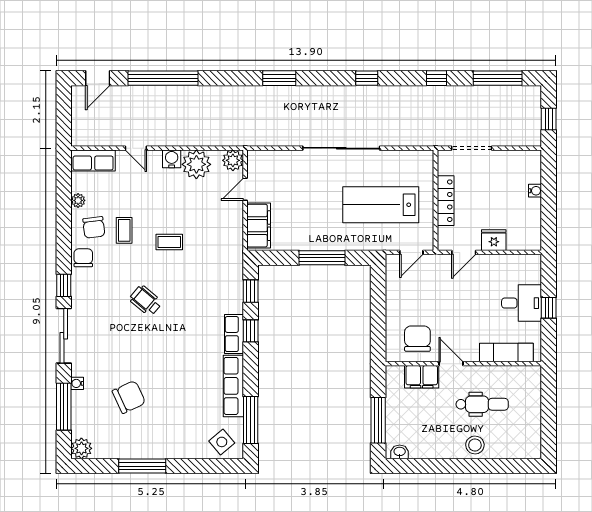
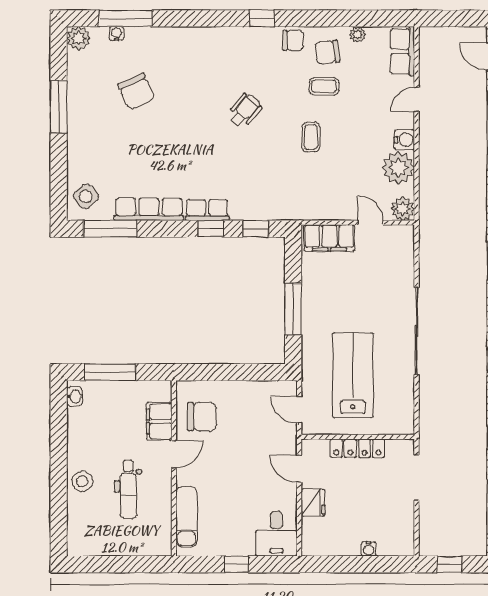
desk: (522, 303) -> (276, 534), moved
sliding door: (64, 336) -> (205, 18), removed
water cooler: (77, 383) -> (116, 33), moved

